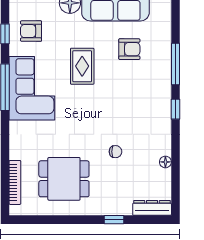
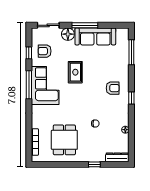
armchair: (129, 49) -> (113, 88), moved
window: (175, 64) -> (131, 52), moved
dining table: (64, 179) -> (64, 140), turned 90

